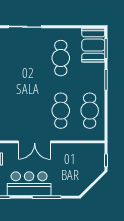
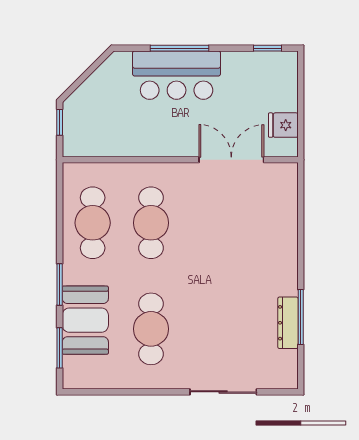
booth: (93, 45) -> (85, 320), moved
double door: (35, 142) -> (231, 160), moved
bar counter: (29, 184) -> (177, 75), moved

